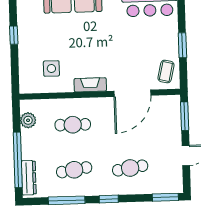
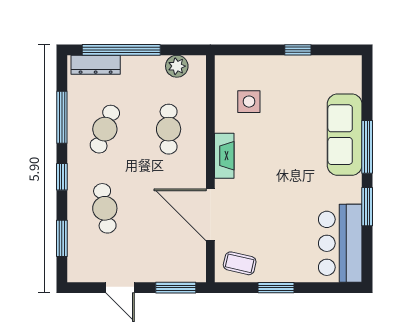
cafe table: (74, 170) -> (105, 129), turned 30
window: (165, 197) -> (62, 238), moved

